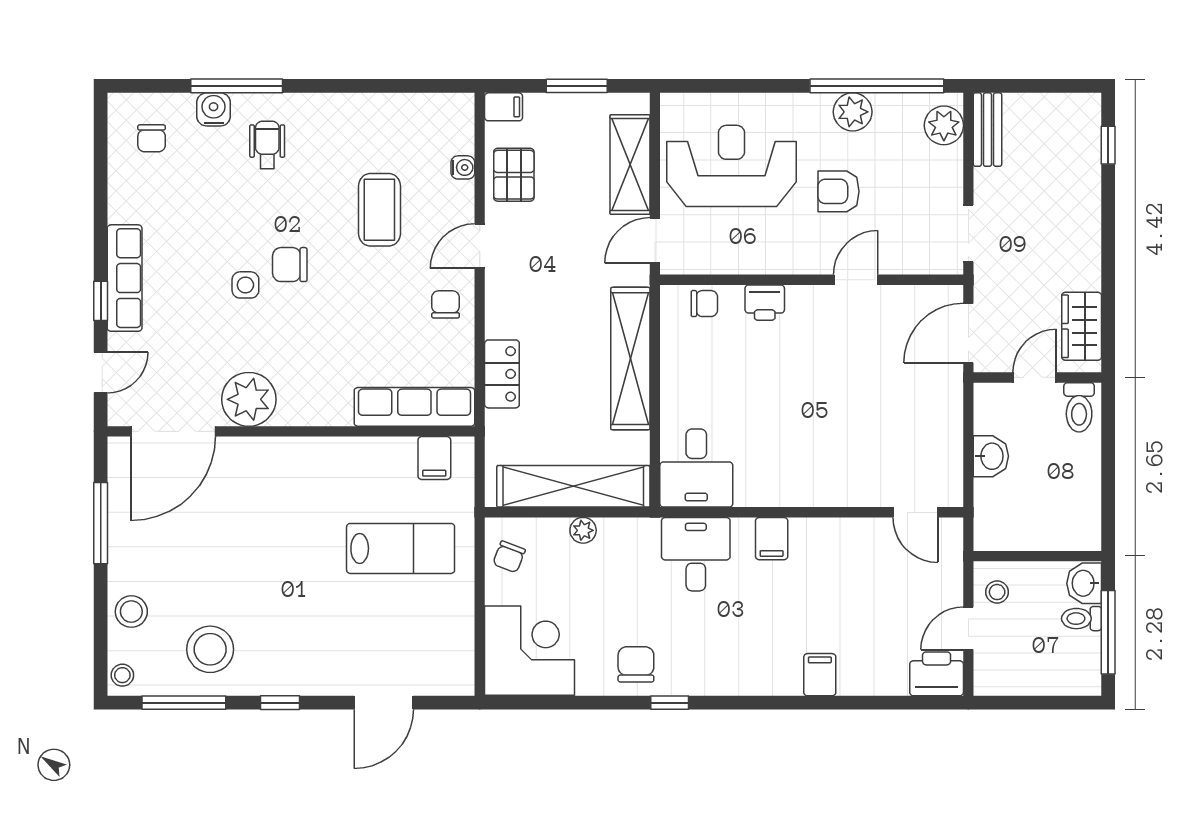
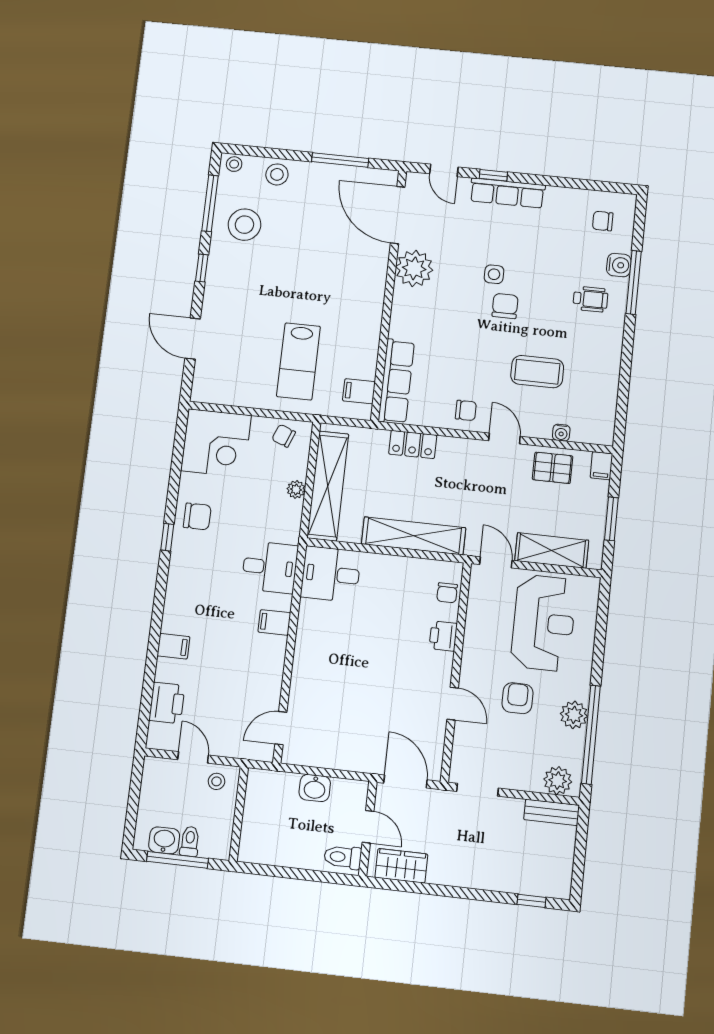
washbasin: (1084, 583) -> (164, 840), moved
printer: (937, 674) -> (167, 703), moved

